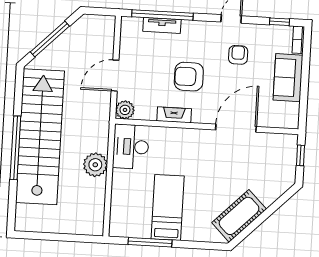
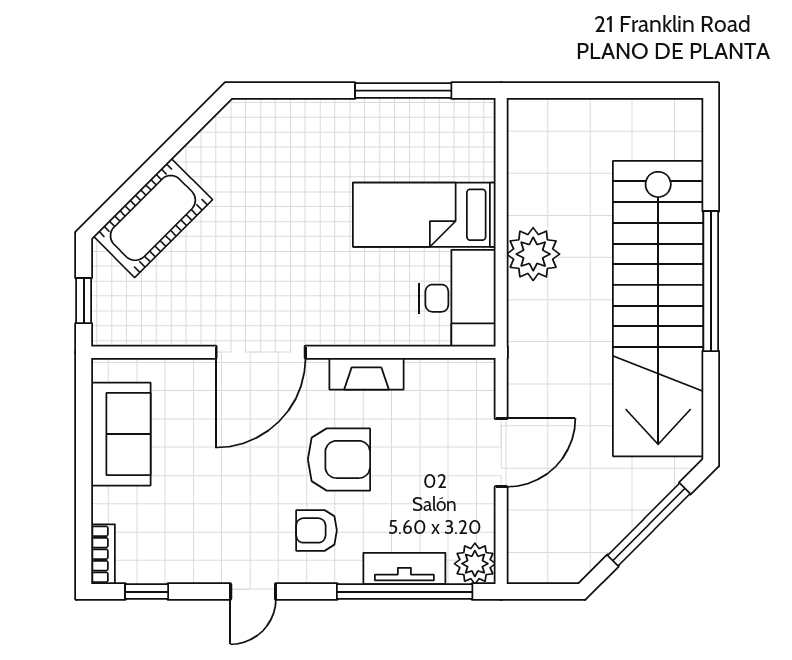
armchair: (238, 55) -> (317, 530), moved, turned 90
sofa: (288, 78) -> (121, 434), moved
plant: (125, 110) -> (475, 564), moved
door: (236, 128) -> (261, 352), moved
bed: (168, 208) -> (424, 215), moved, turned 90
cot: (239, 216) -> (153, 218), moved

